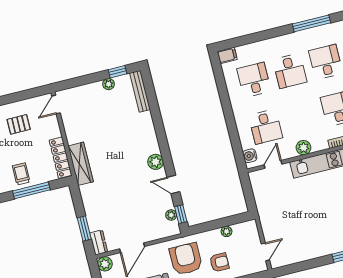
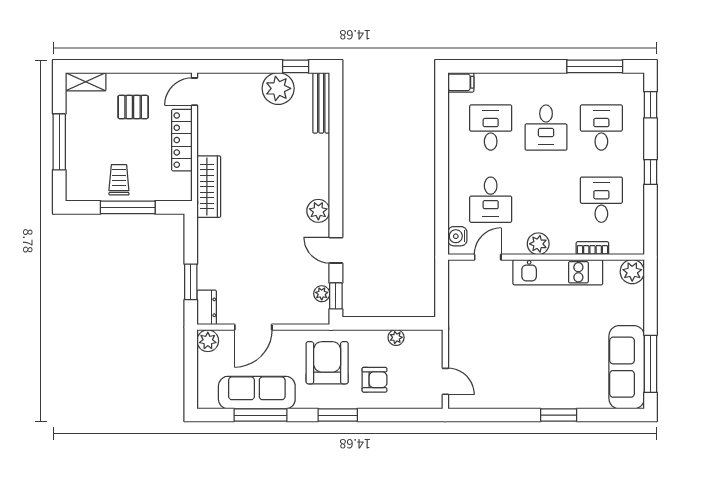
plant: (109, 84) -> (278, 88), width x1.88, depth x1.88
locker: (60, 158) -> (182, 140), moved
door: (265, 252) -> (445, 381), hinge flipped

